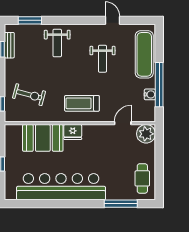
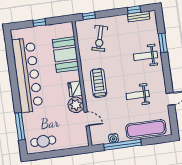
window: (30, 20) -> (163, 43), moved
fridge: (73, 132) -> (75, 89), moved
plant: (146, 134) -> (76, 105), moved

